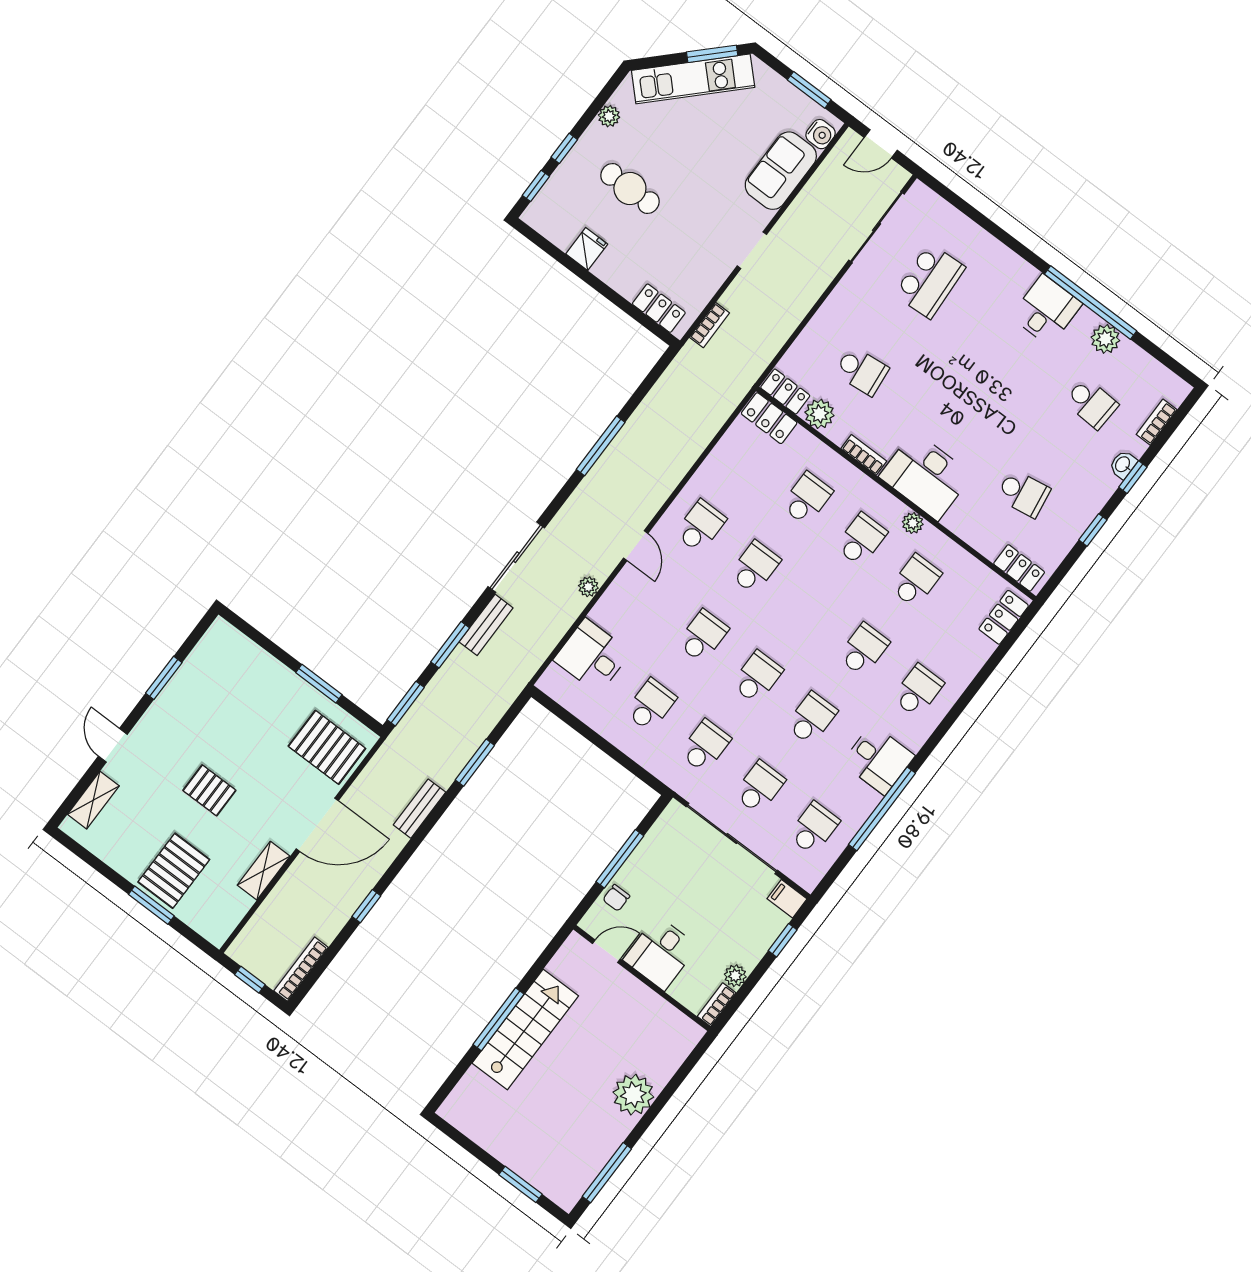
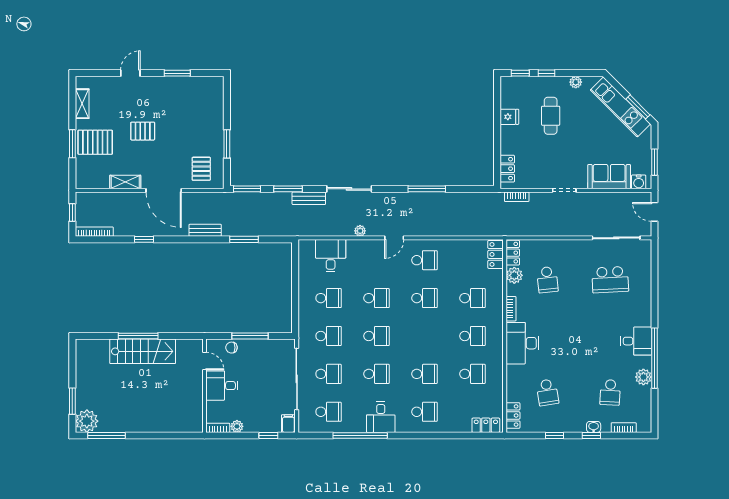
plant: (913, 523) -> (497, 353), removed
pallet: (327, 747) -> (201, 169), width x0.67, depth x0.71
pallet: (209, 790) -> (143, 131), turned 90
shelving: (93, 800) -> (82, 104), moved, turned 90
plant: (633, 1095) -> (87, 421), moved

